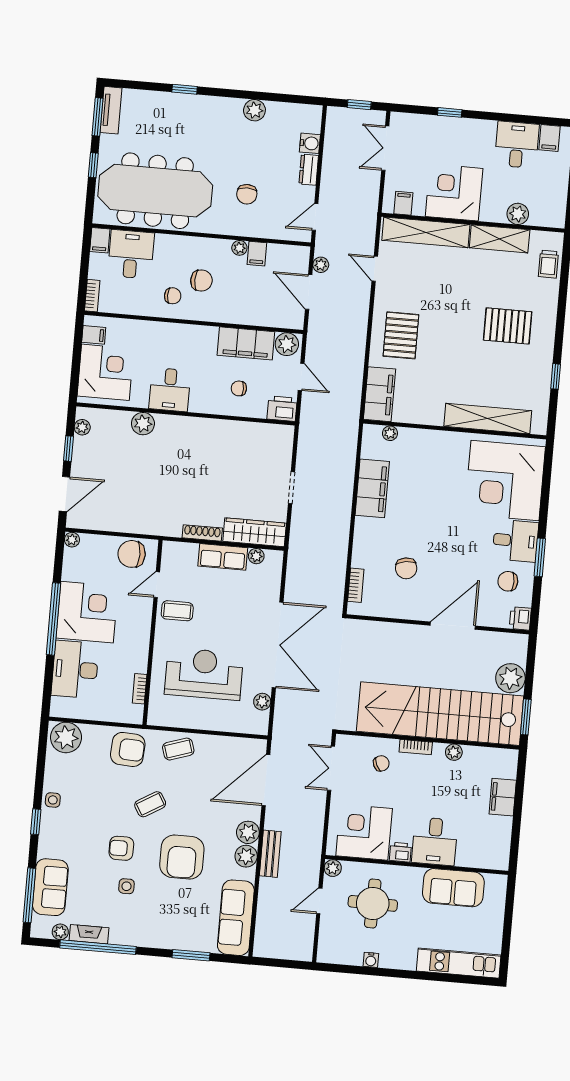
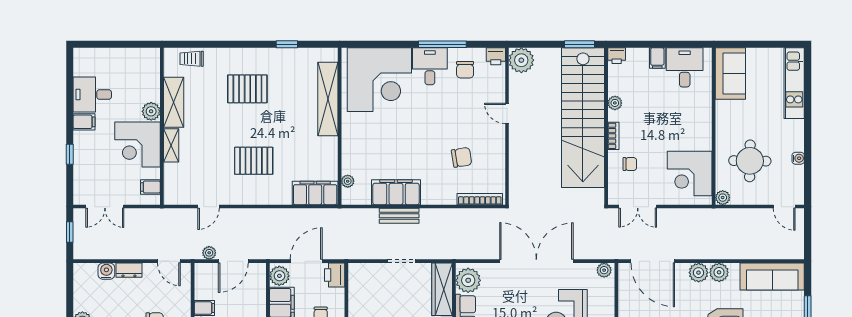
filing cabinet: (550, 138) -> (84, 122), moved
plant: (518, 214) -> (151, 111), moved
shelving: (426, 232) -> (171, 145), width x0.45, depth x0.75
trolley: (548, 264) -> (192, 59), turned 180
pallet: (508, 326) -> (247, 89), turned 90
pallet: (401, 335) -> (254, 161), moved
door: (301, 377) -> (306, 261), width x1.38
plant: (256, 556) -> (468, 280), width x1.88, depth x1.88
window: (540, 557) -> (442, 44), width x1.44
bookcase: (356, 585) -> (480, 199), width x1.56
door: (453, 626) -> (507, 113), width x0.53
plant: (510, 678) -> (521, 60), moved
plant: (262, 702) -> (604, 270), moved
chair: (381, 763) -> (630, 164), turned 116
filing cabinet: (503, 797) -> (657, 58), width x0.50
desk: (435, 841) -> (685, 67), moved, turned -90
printer: (400, 852) -> (617, 56), moved, turned -90
bench: (270, 854) -> (399, 216), moved
sofa: (453, 888) -> (730, 74), moved
door: (319, 901) -> (784, 207), moved

